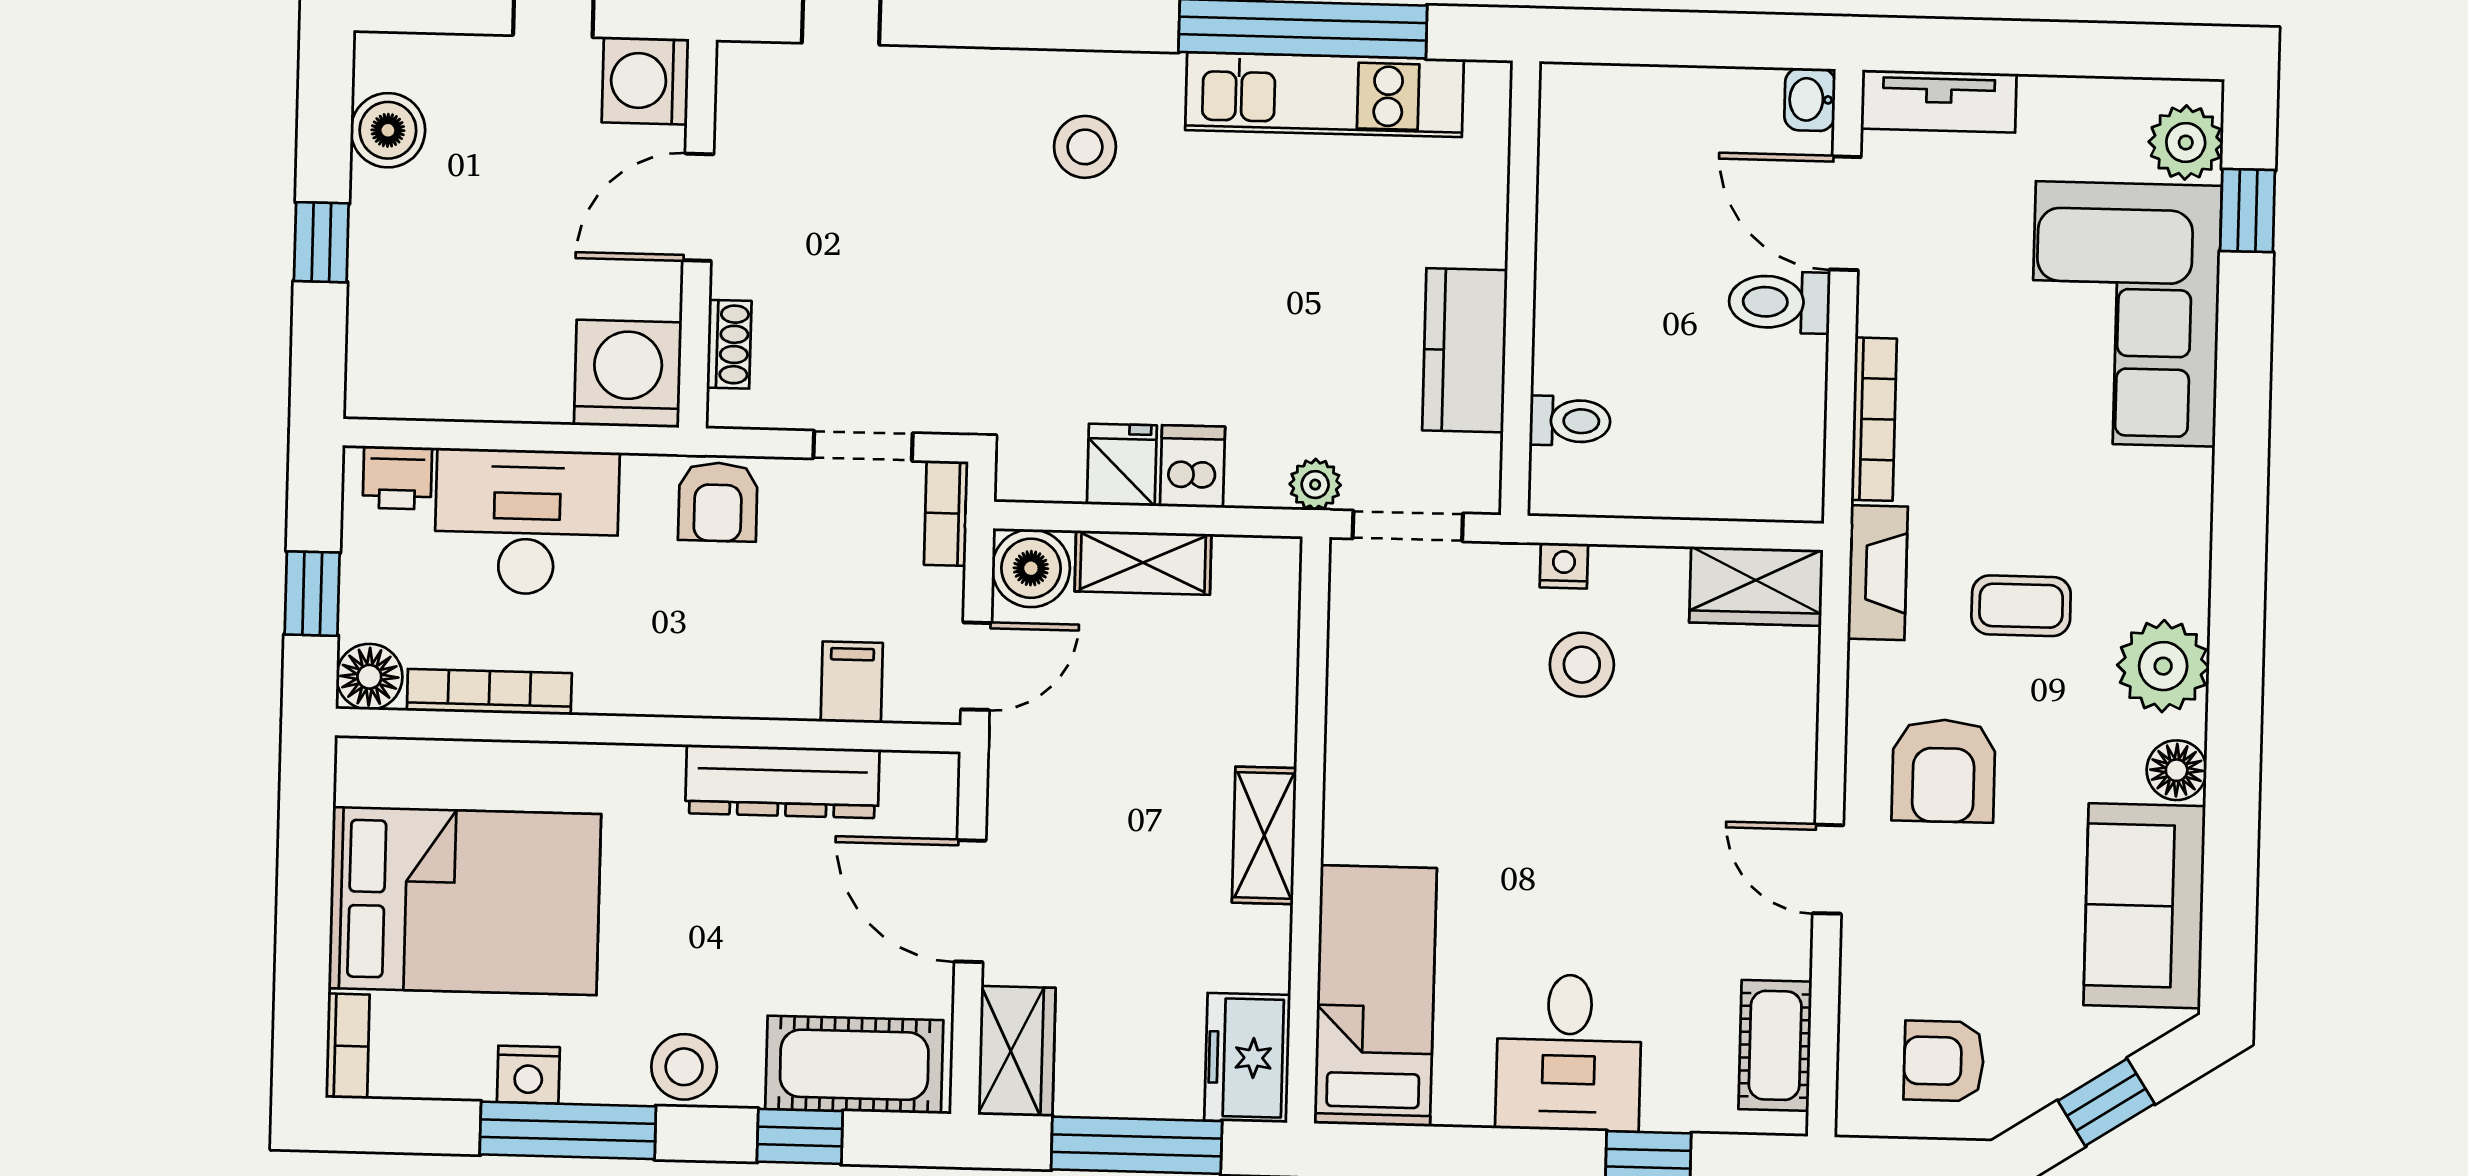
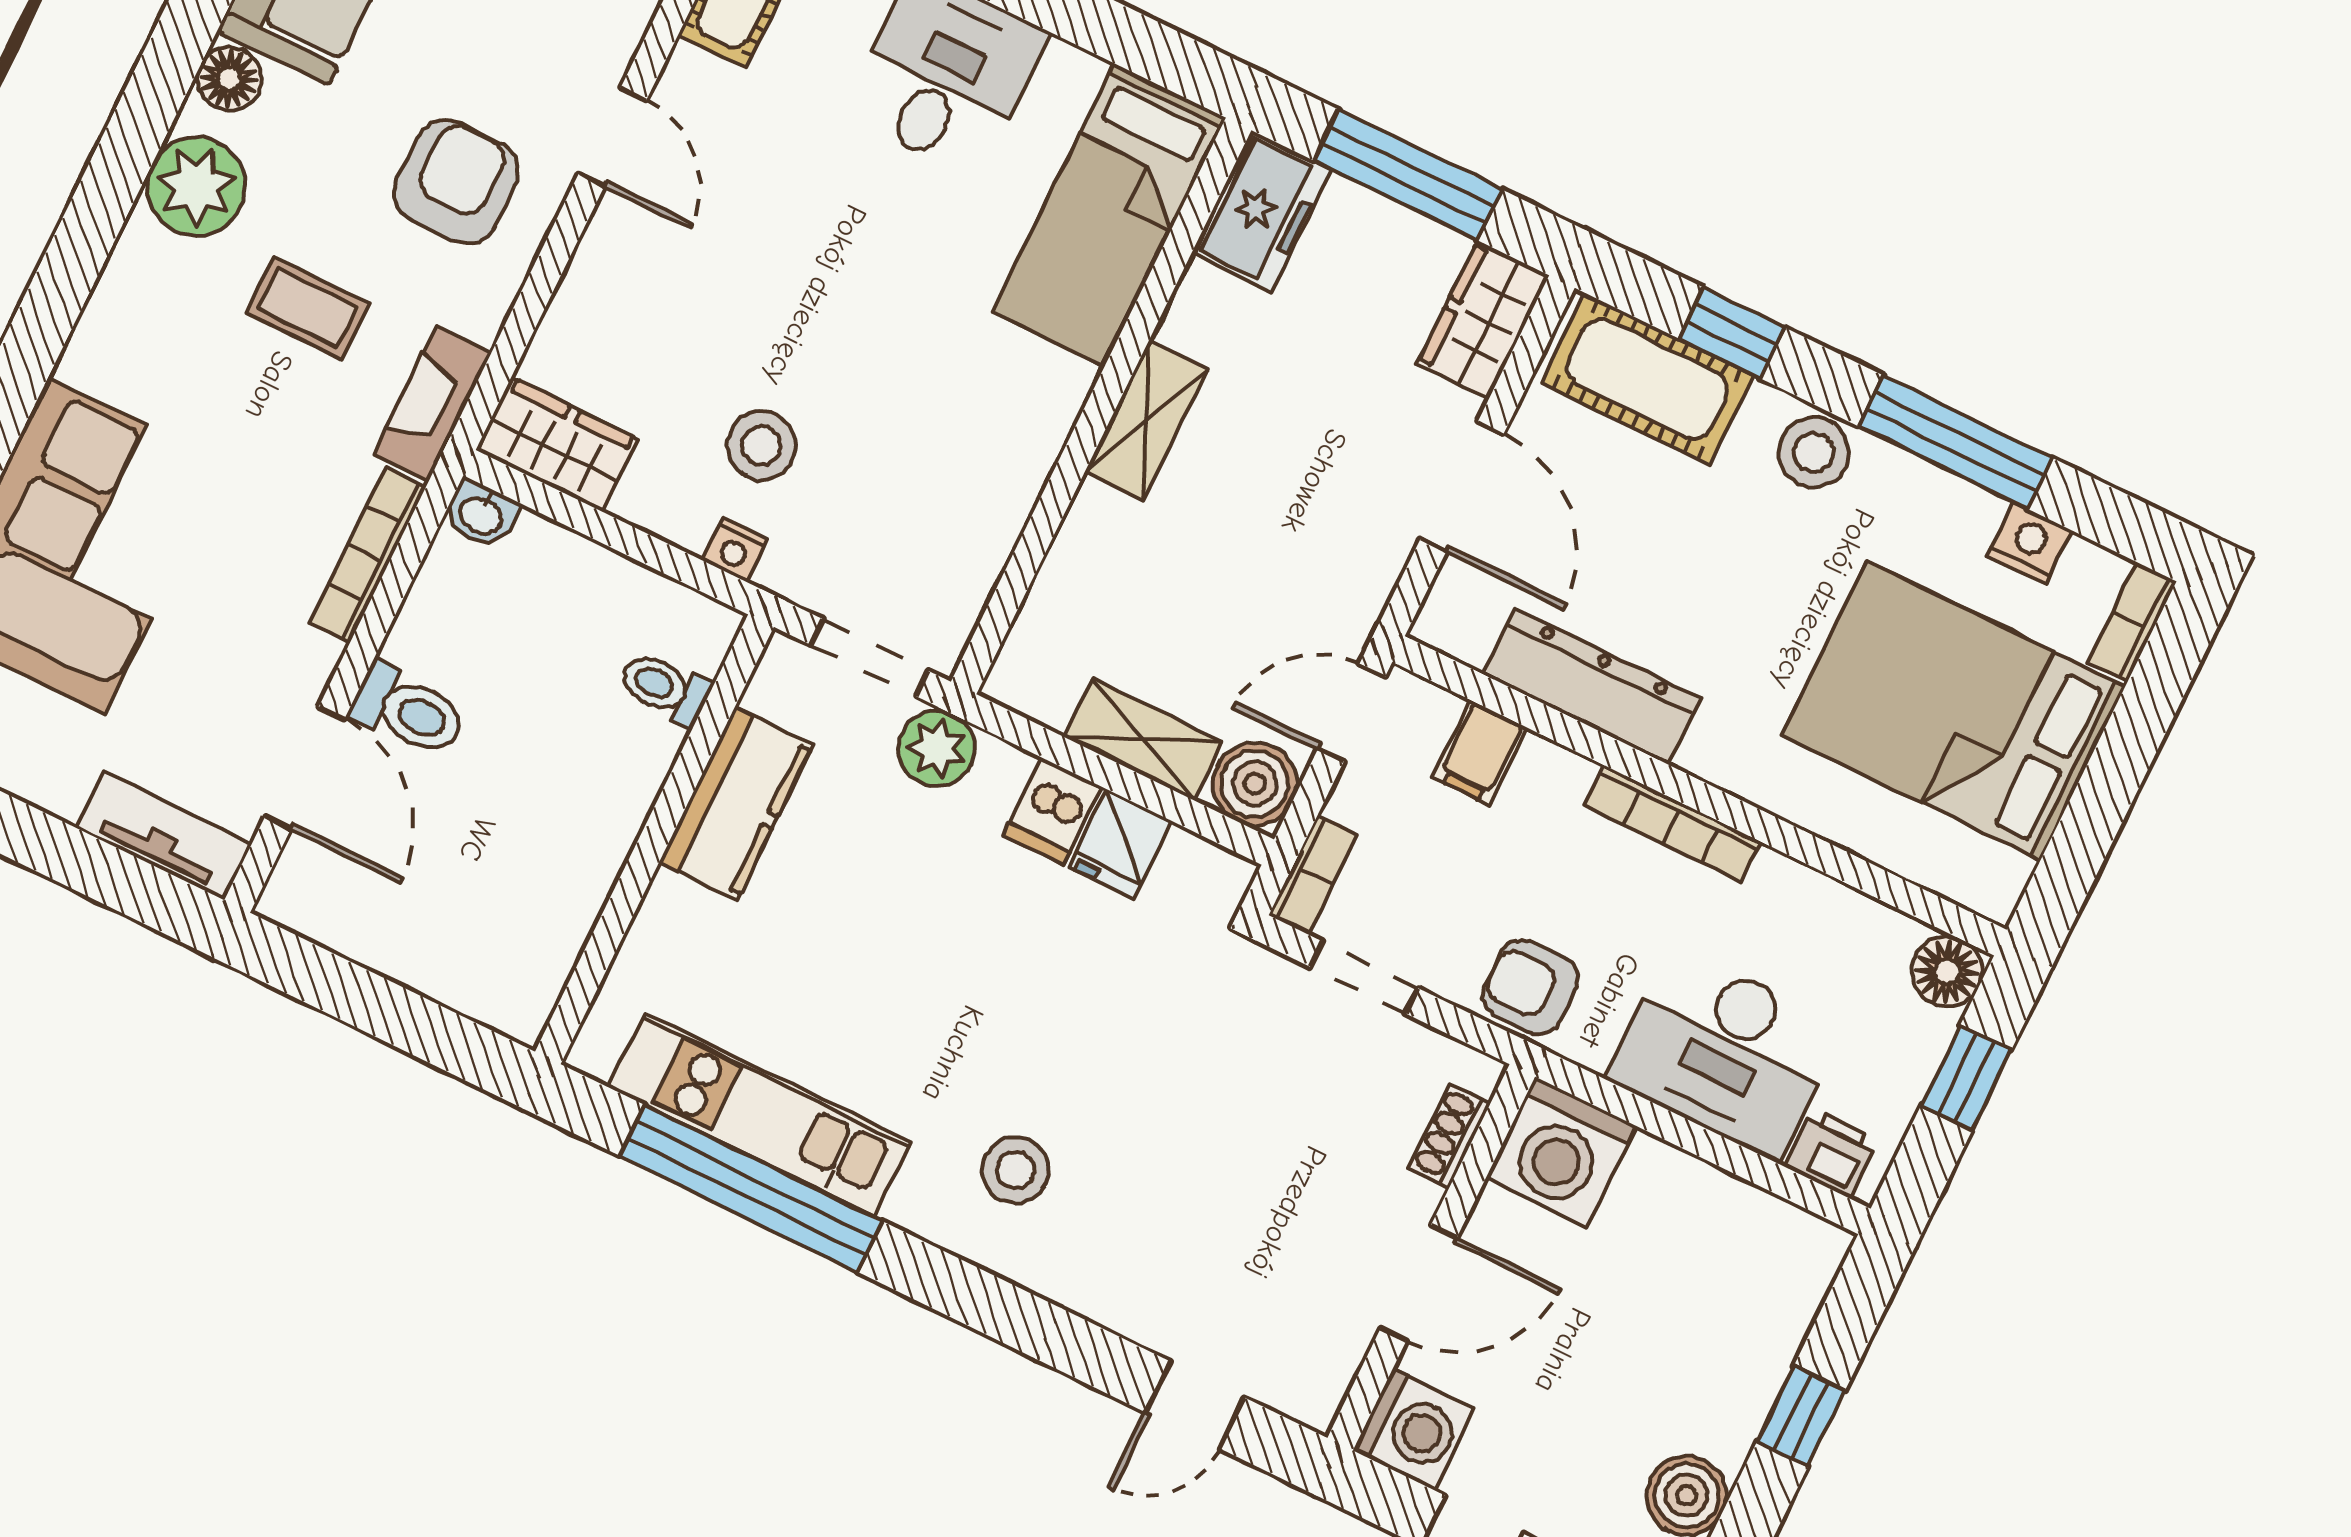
washbasin: (1810, 99) -> (481, 514), moved, turned 90
plant: (1315, 485) -> (937, 748), width x1.38, depth x1.38
armchair: (718, 502) -> (1530, 987), turned -90
bookcase: (489, 692) -> (1672, 823), moved
nightstand: (528, 1075) -> (2029, 543), moved

